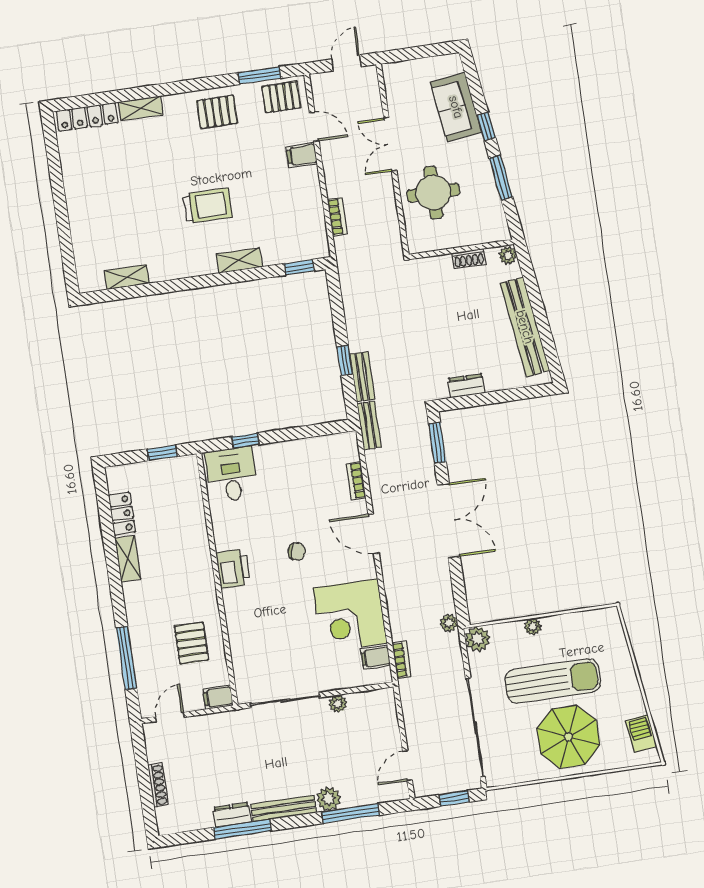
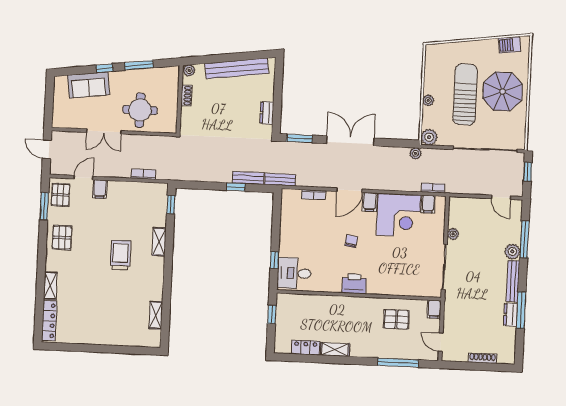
filing cabinet: (362, 568) -> (370, 202), added

